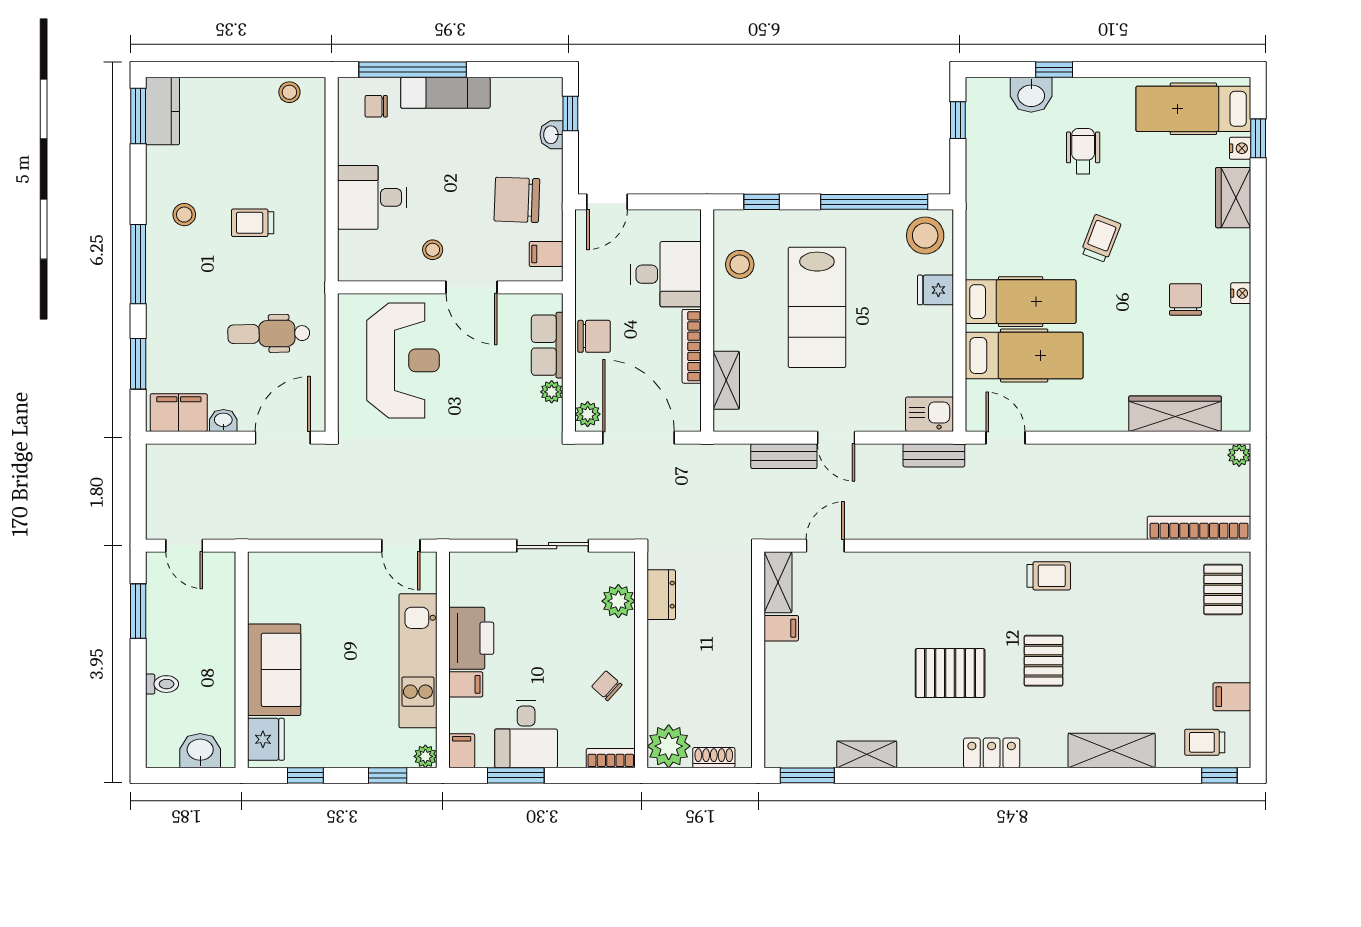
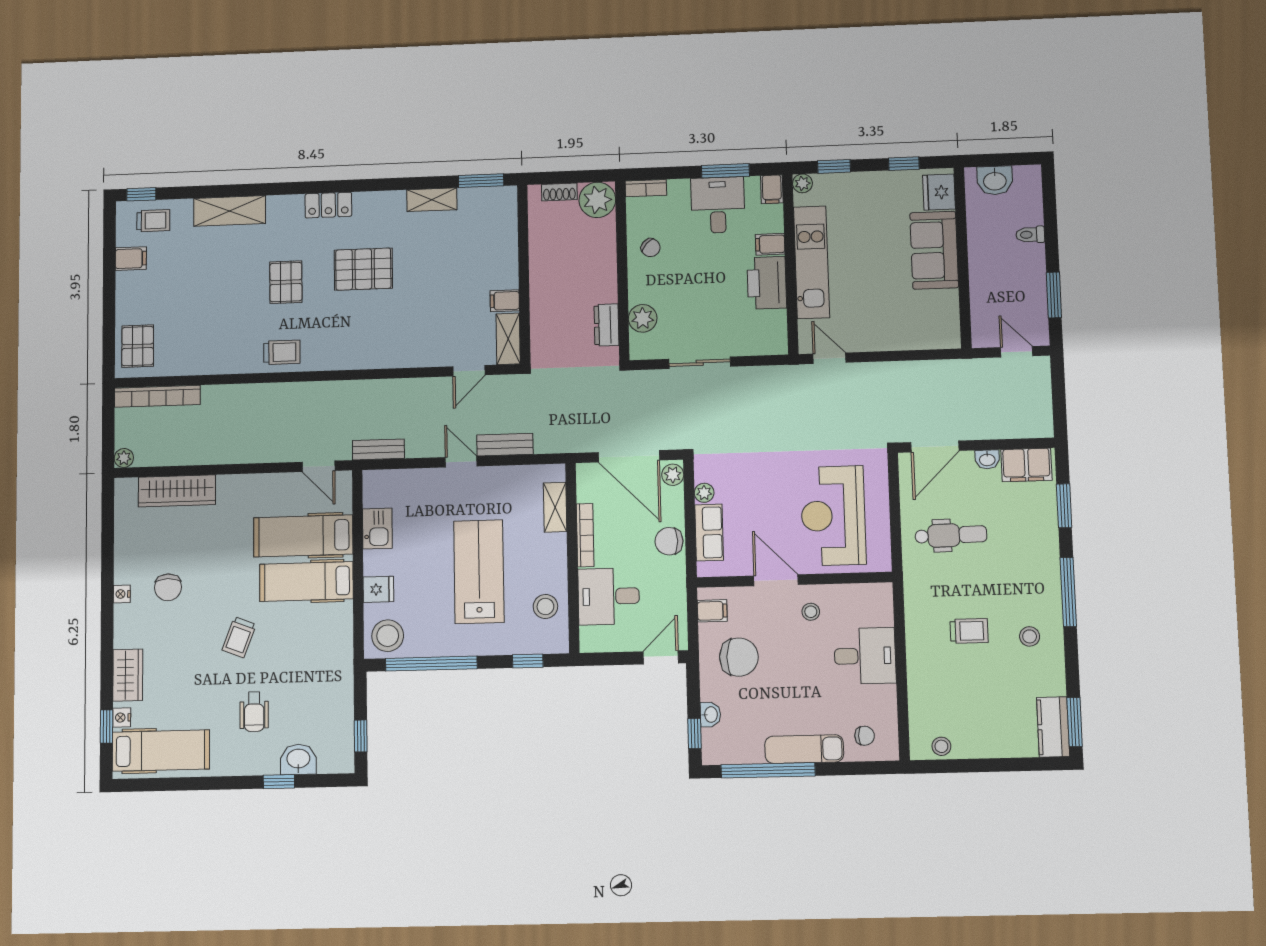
window: (413, 70) -> (768, 770), moved
kitchen sink: (930, 414) -> (377, 529), moved, turned -90
trolley: (1049, 576) -> (282, 352), turned 180

